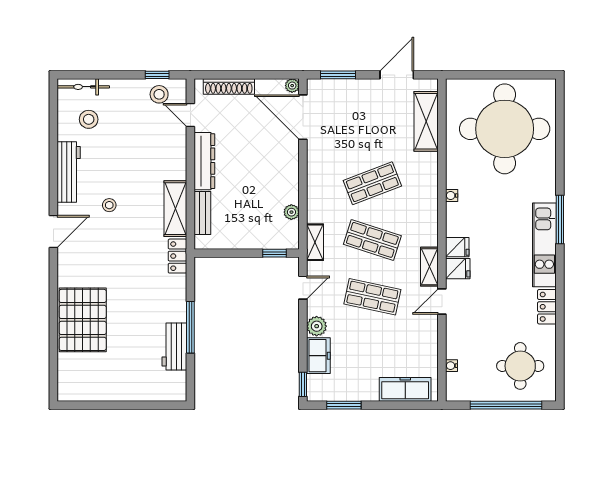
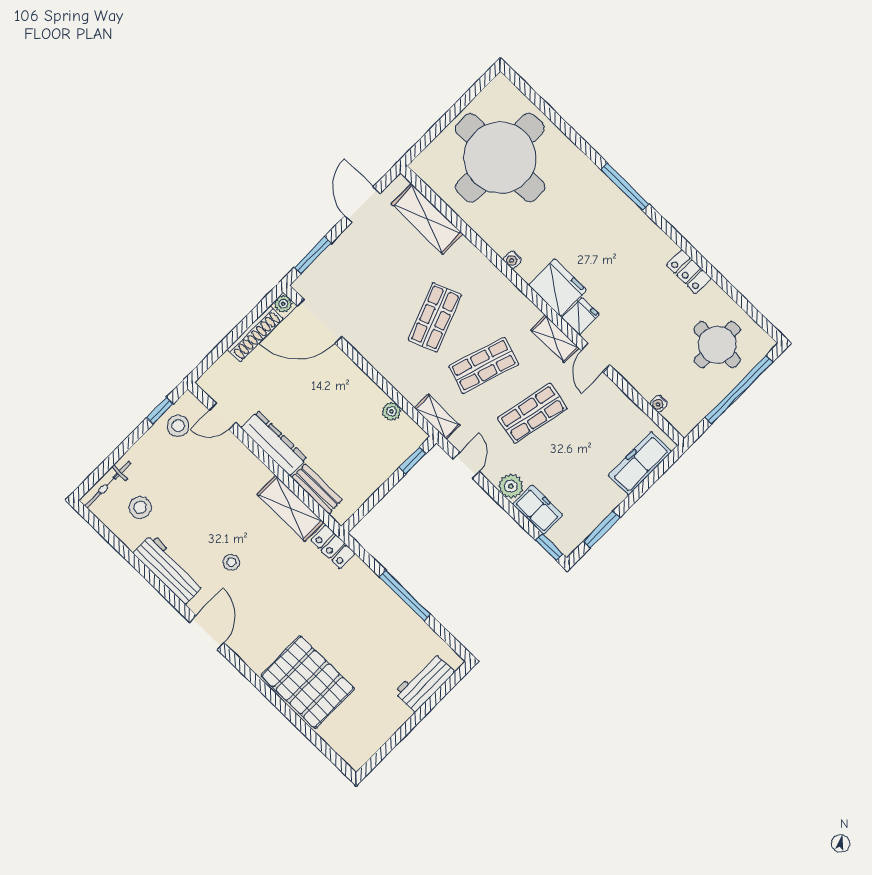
shoe rack: (229, 86) -> (255, 334), moved
kitchen unit: (544, 245) -> (633, 222), removed
fridge: (457, 247) -> (558, 288), width x1.88, depth x1.34
workbench: (174, 346) -> (425, 682), moved, turned 90

